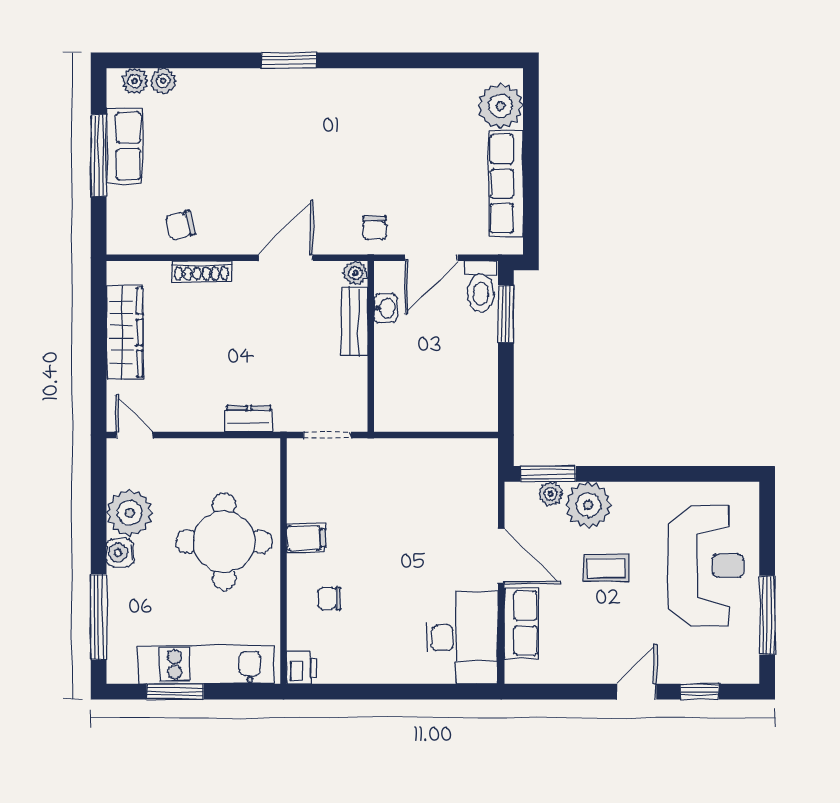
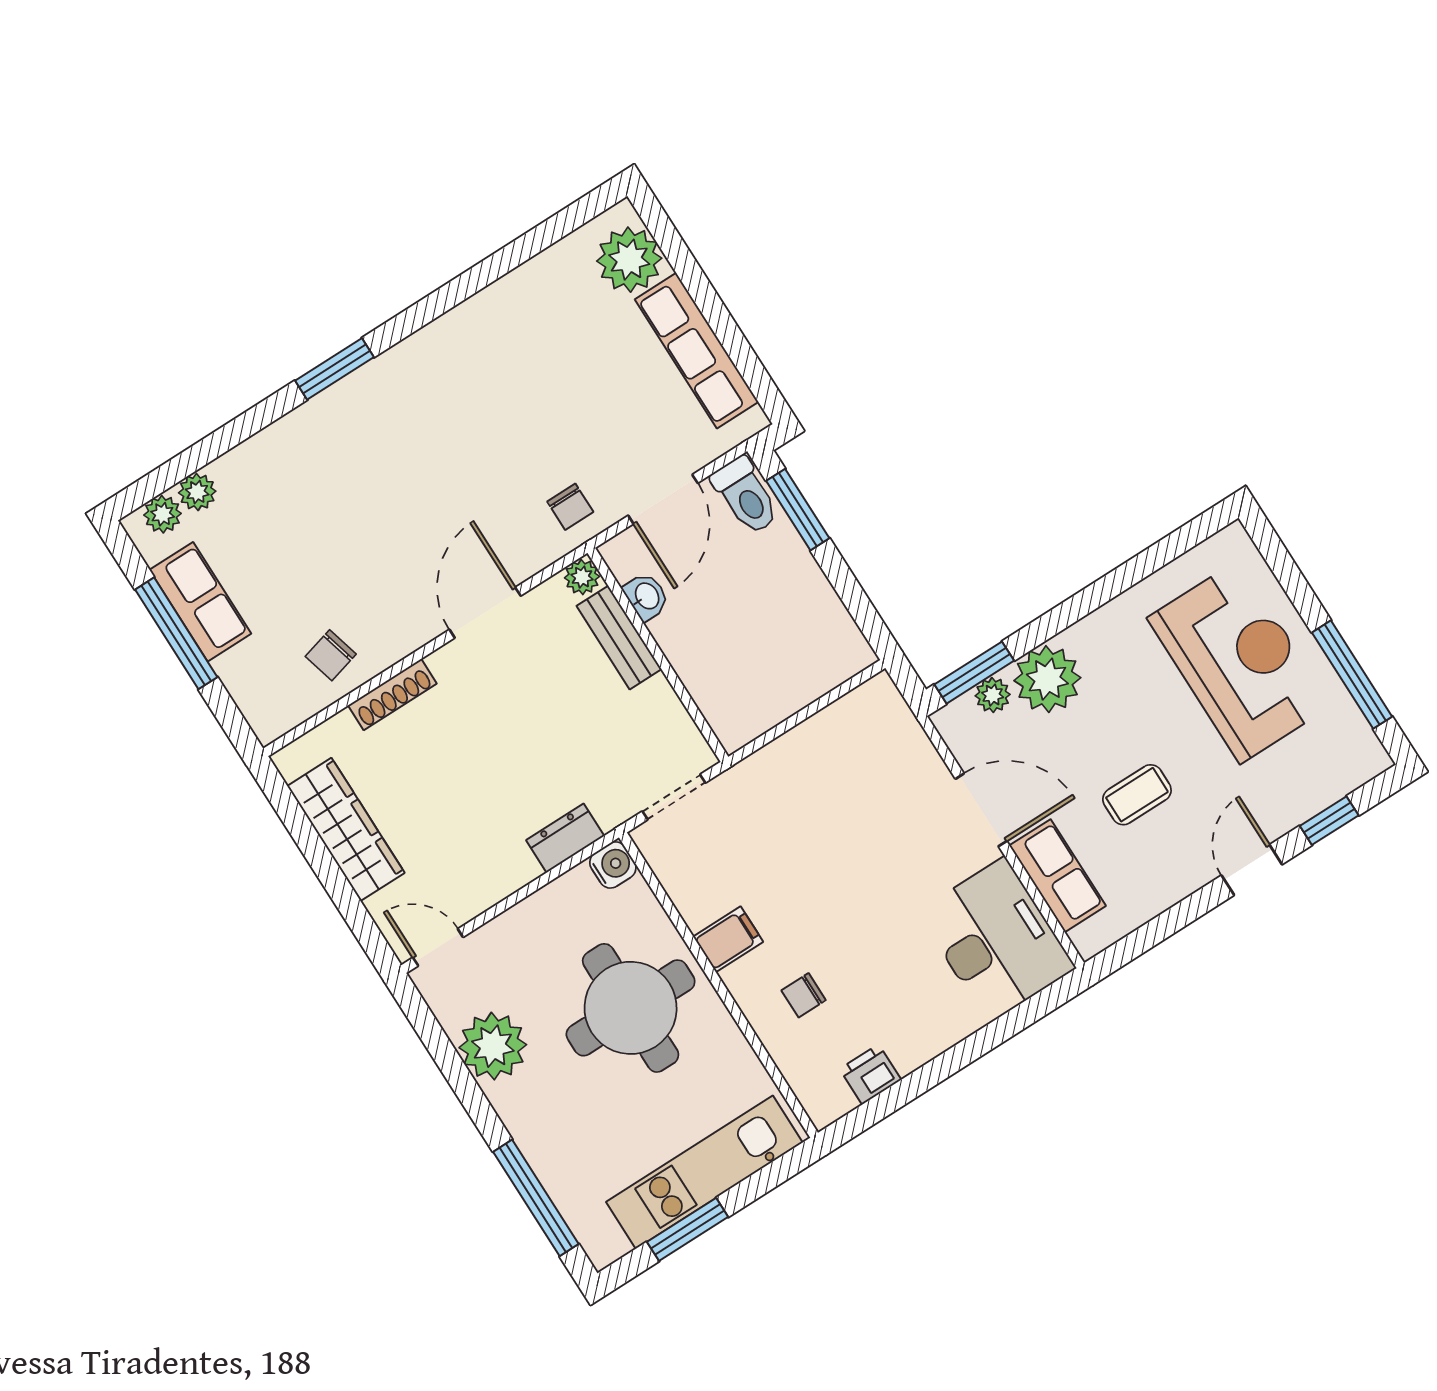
water cooler: (120, 552) -> (613, 865), moved, turned 180
coffee table: (606, 568) -> (1137, 795), moved
printer: (301, 668) -> (870, 1074), moved, turned -90

